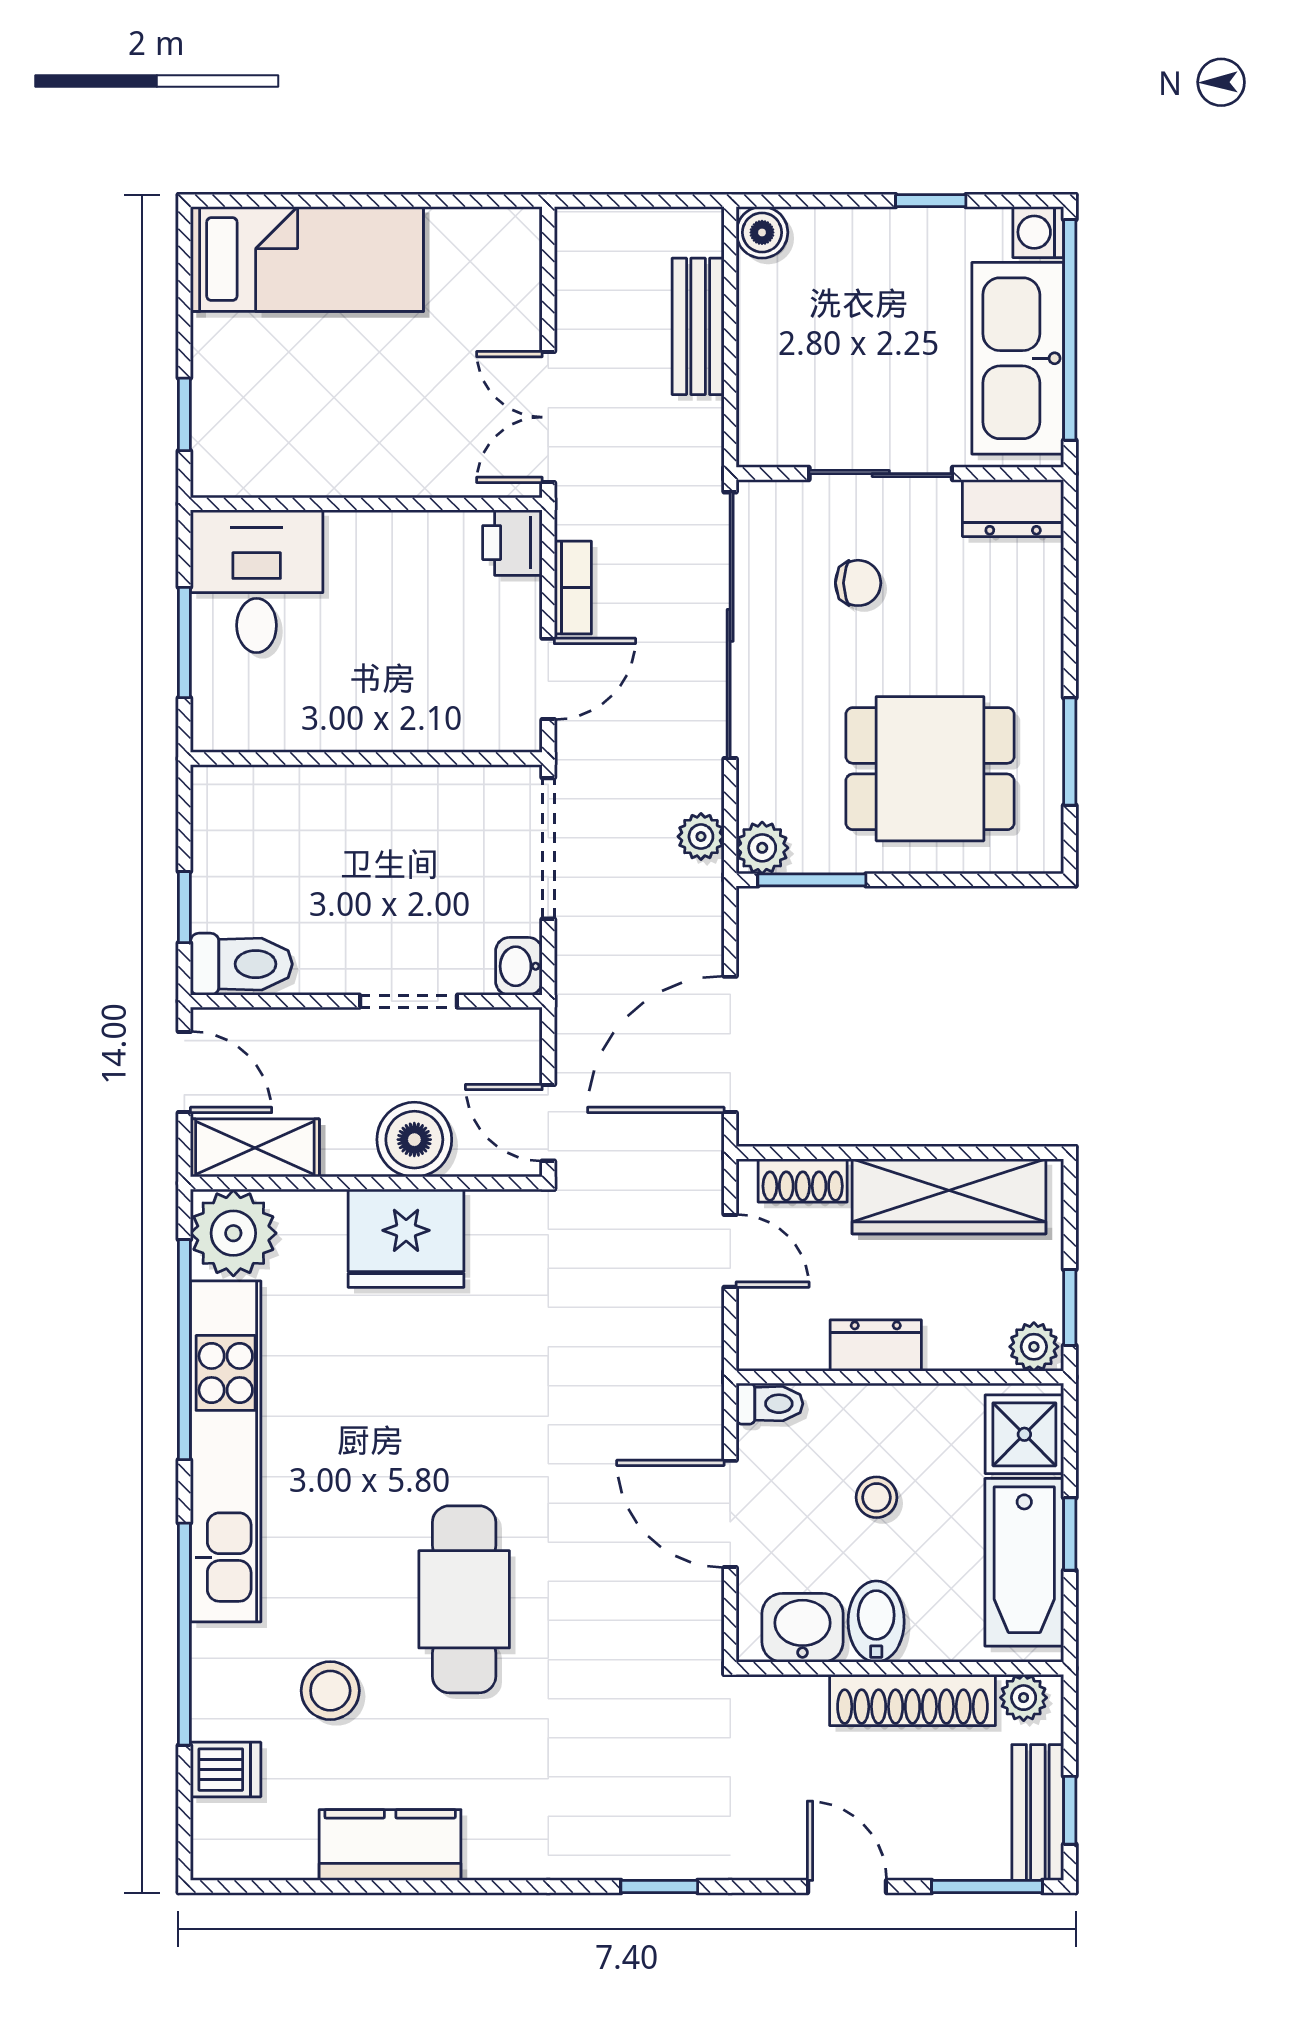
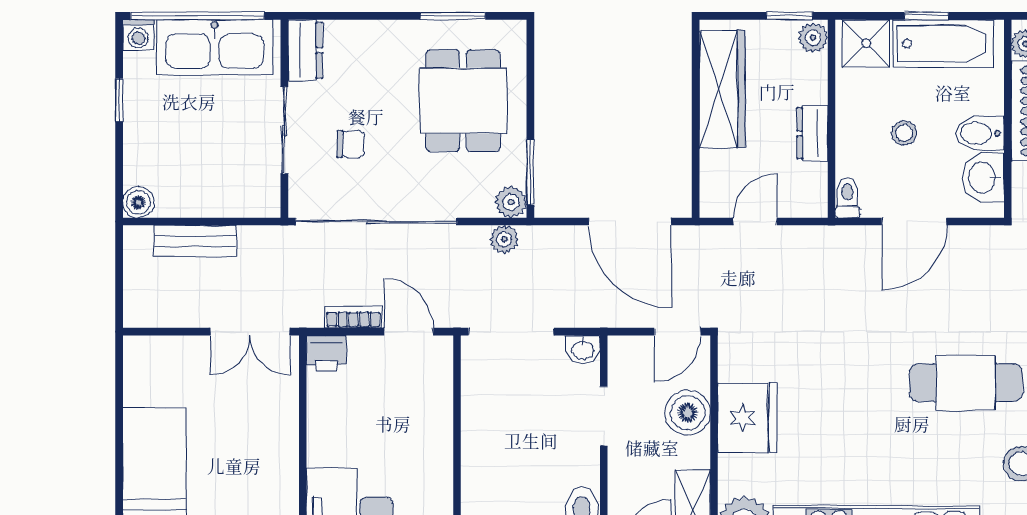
chair: (858, 583) -> (351, 144), turned 90
shoe rack: (803, 1180) -> (712, 178), removed

